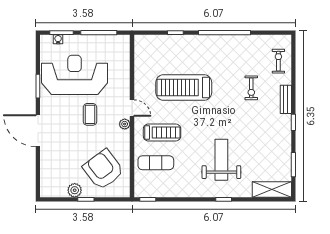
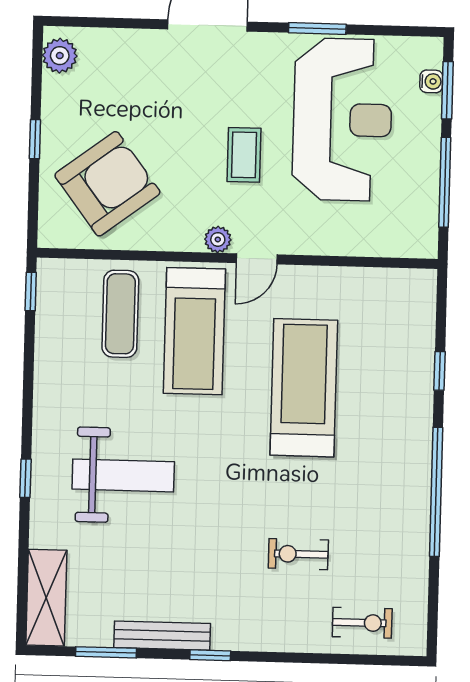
bench: (286, 99) -> (162, 636), moved, width x1.36
coffee table: (90, 114) -> (244, 155), turned 90
treadmill: (162, 132) -> (194, 331), width x1.37, depth x1.38
plant: (75, 190) -> (60, 56), moved

